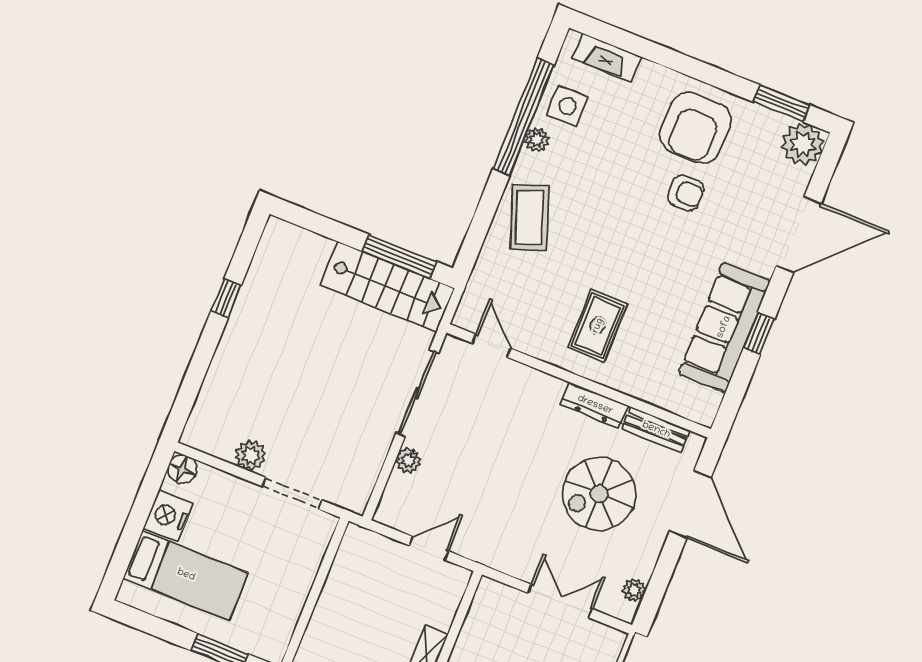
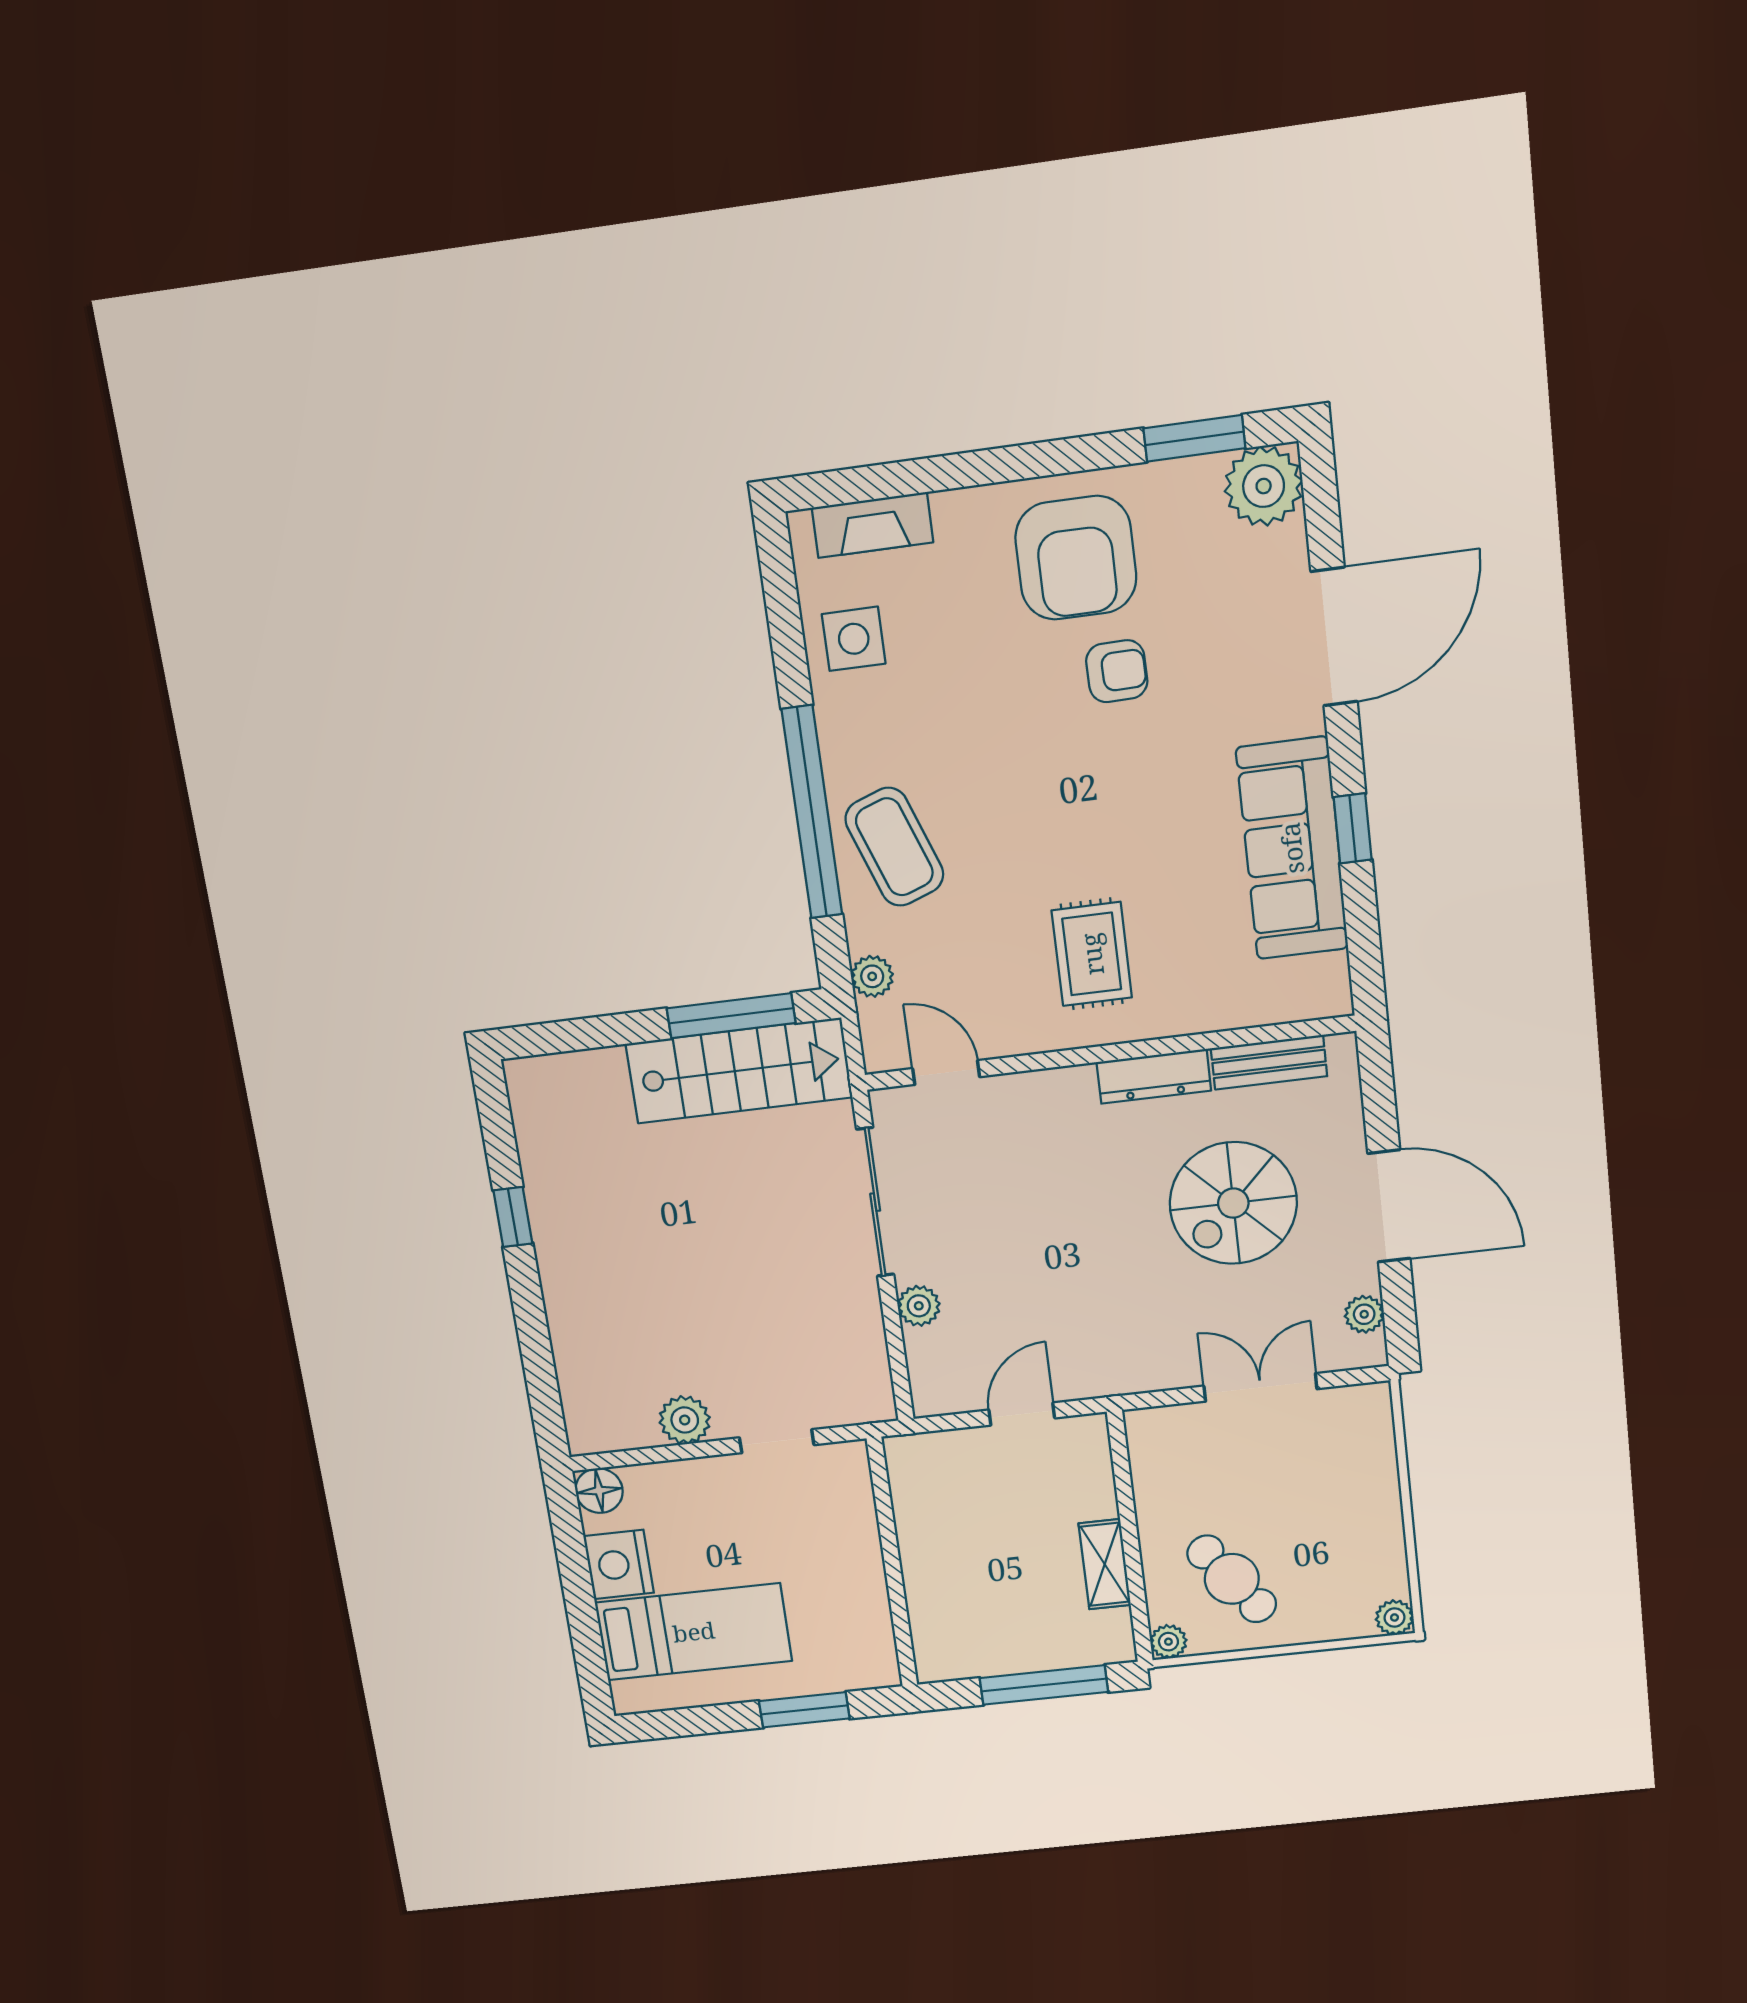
window: (523, 117) -> (812, 812), moved
plant: (537, 140) -> (872, 976), moved
doorway: (292, 493) -> (777, 1441), width x0.73
door: (690, 504) -> (1389, 1206), moved

